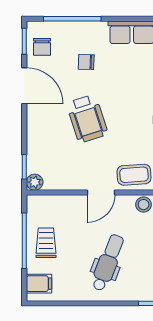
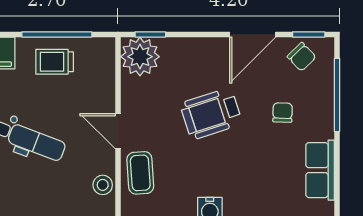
chair: (42, 47) -> (302, 57), turned -134
plant: (35, 182) -> (140, 57), width x1.88, depth x1.88
trolley: (46, 243) -> (55, 62), turned 180

